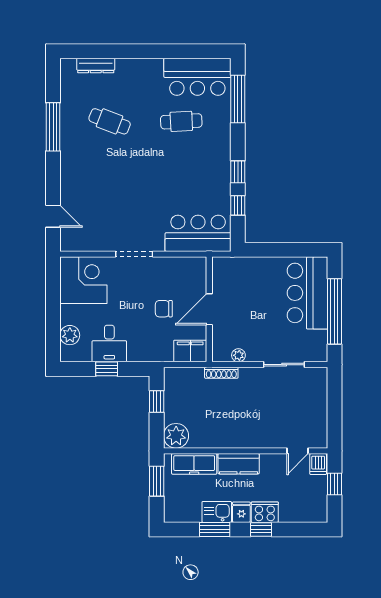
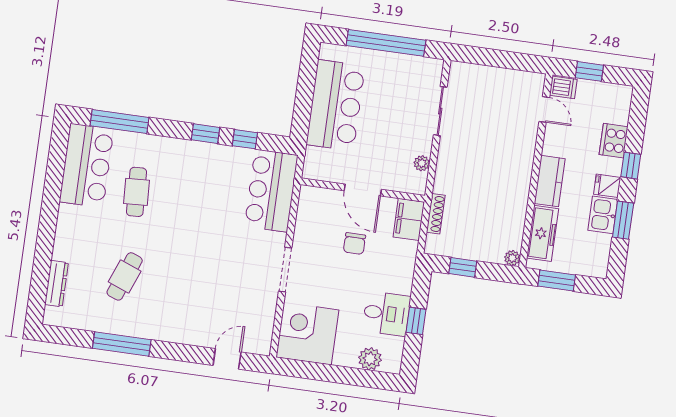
bar counter: (307, 293) -> (336, 105), moved, turned -90
shoe rack: (221, 373) -> (436, 214), moved
plant: (176, 436) -> (512, 258), width x0.53, depth x0.53
cooker: (265, 512) -> (614, 141), moved

